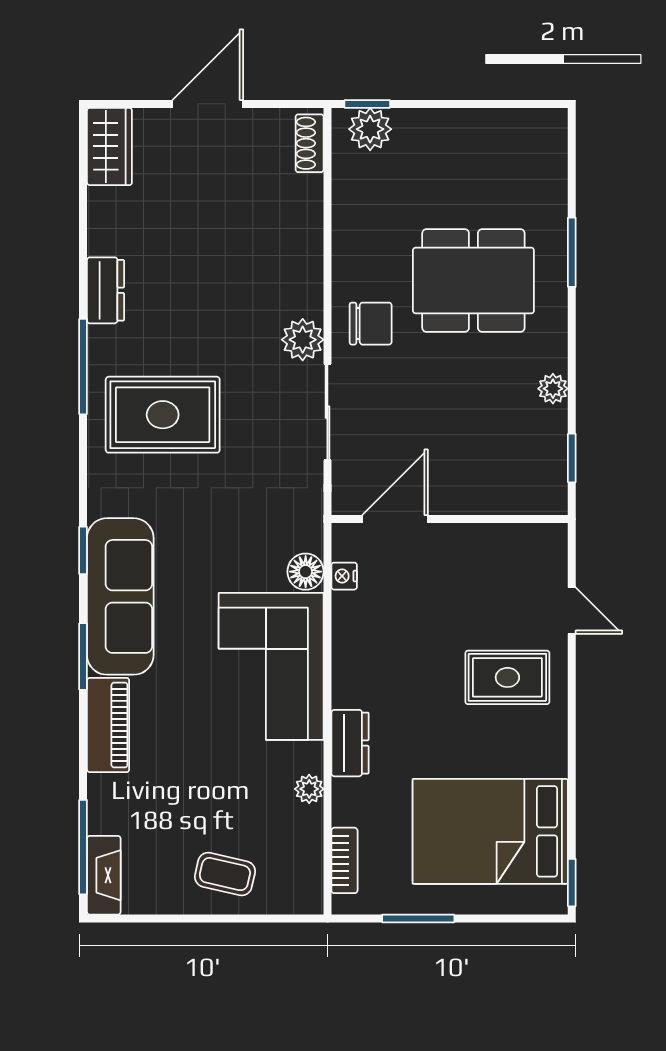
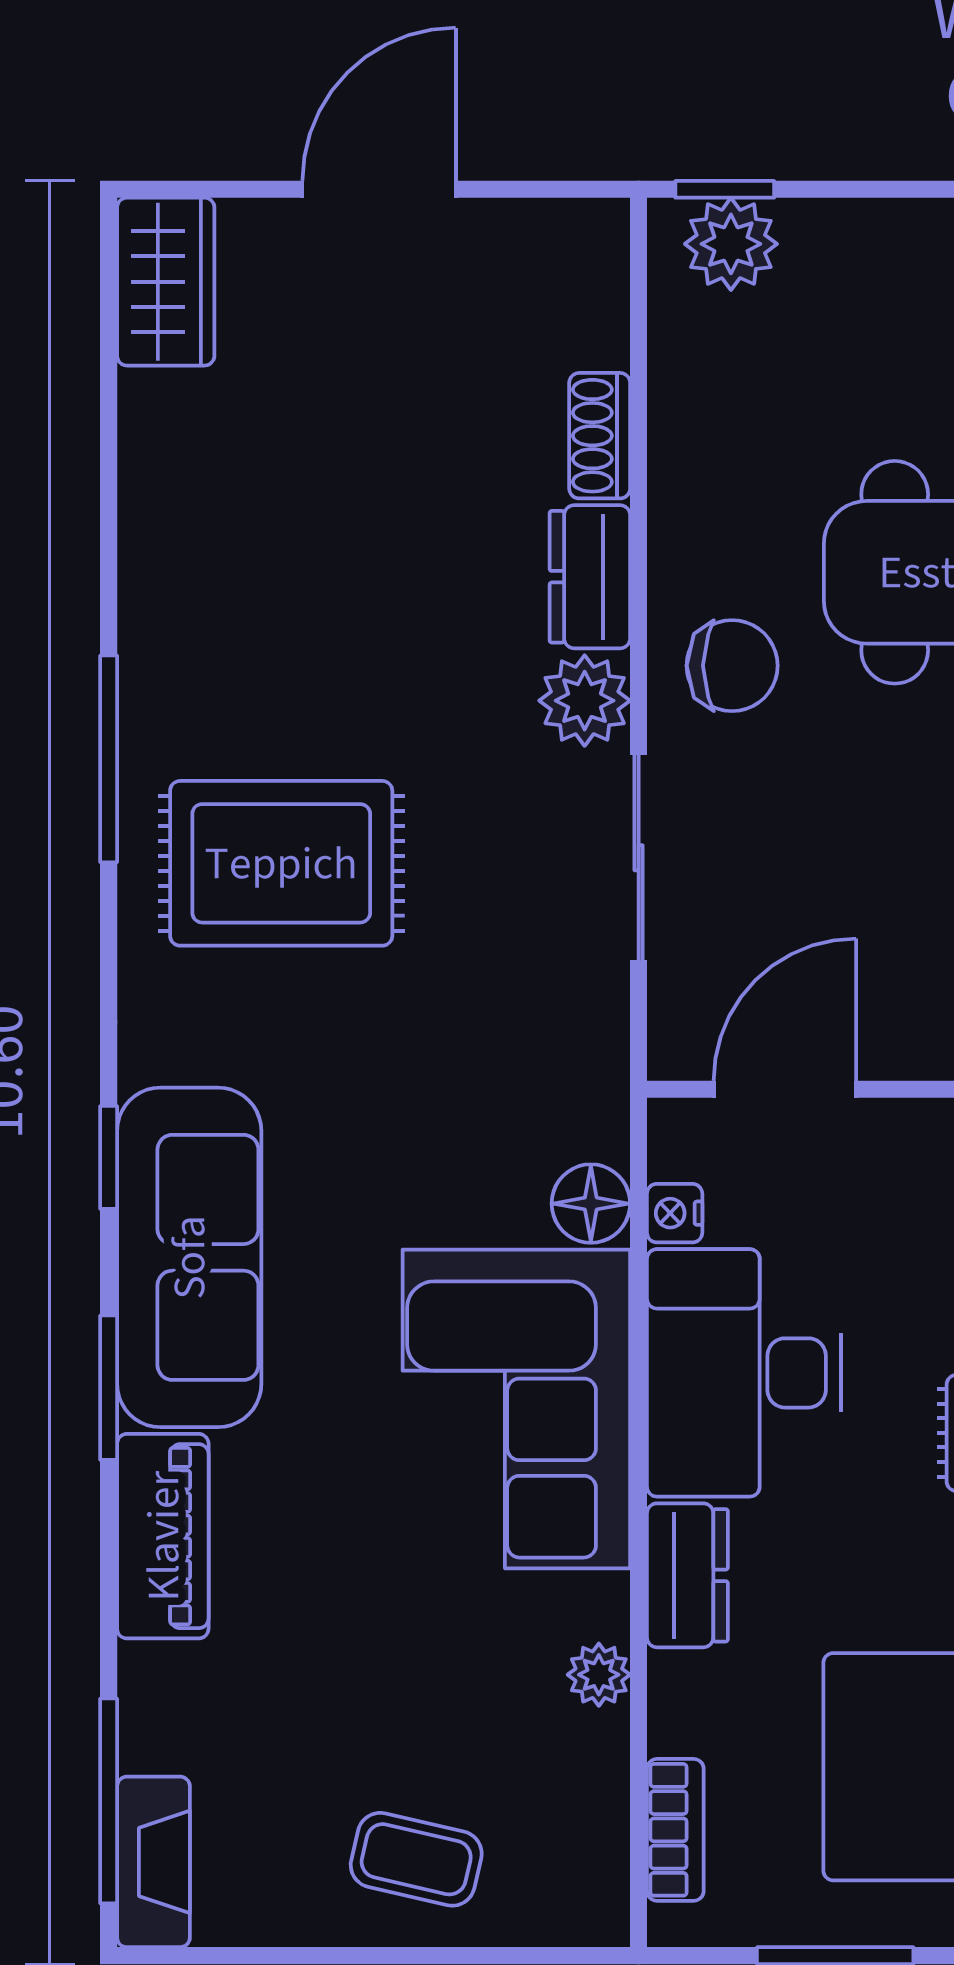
shoe rack: (310, 143) -> (600, 436), moved
dresser: (106, 290) -> (590, 577), moved, turned 180
desk: (376, 650) -> (744, 1373), added

